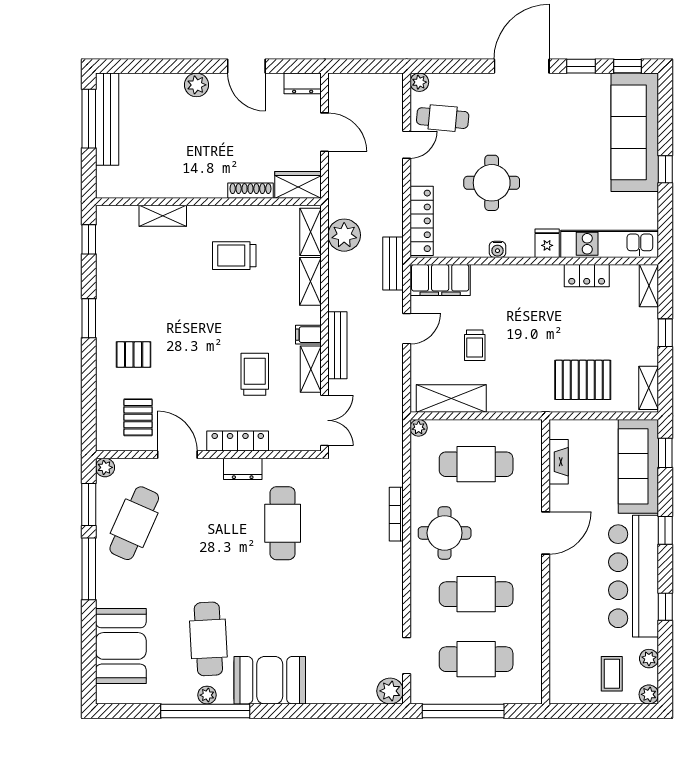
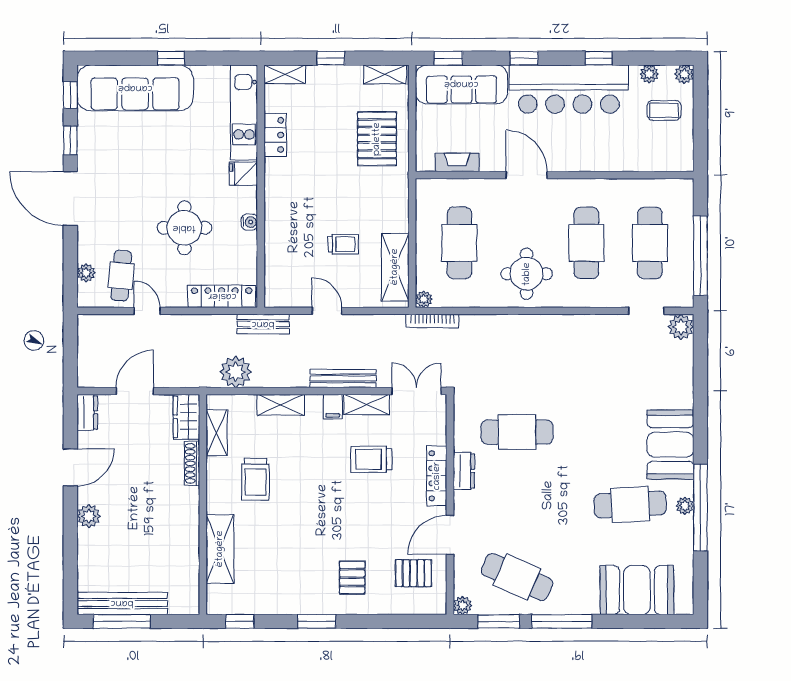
plant: (419, 82) -> (86, 273), moved
shelving: (163, 216) -> (220, 549), width x1.50, depth x1.33
shelving: (310, 232) -> (217, 433), moved, turned 90
filing cabinet: (440, 280) -> (279, 278), removed
bookcase: (396, 514) -> (432, 321), moved

